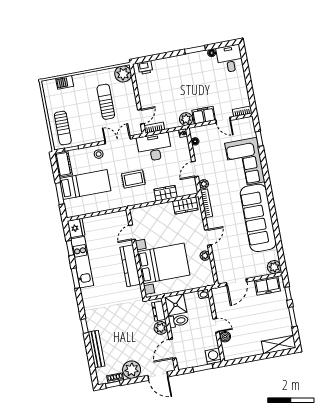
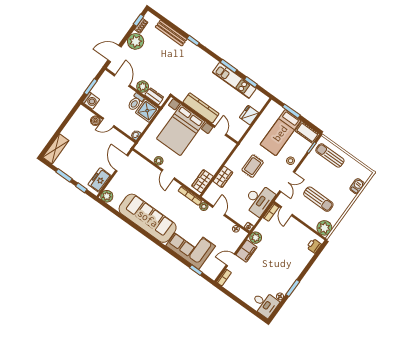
fridge: (76, 228) -> (249, 115), moved, turned 90

